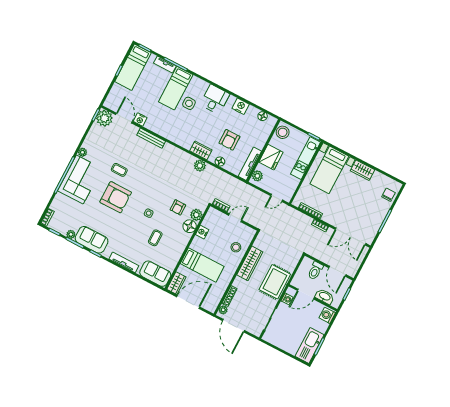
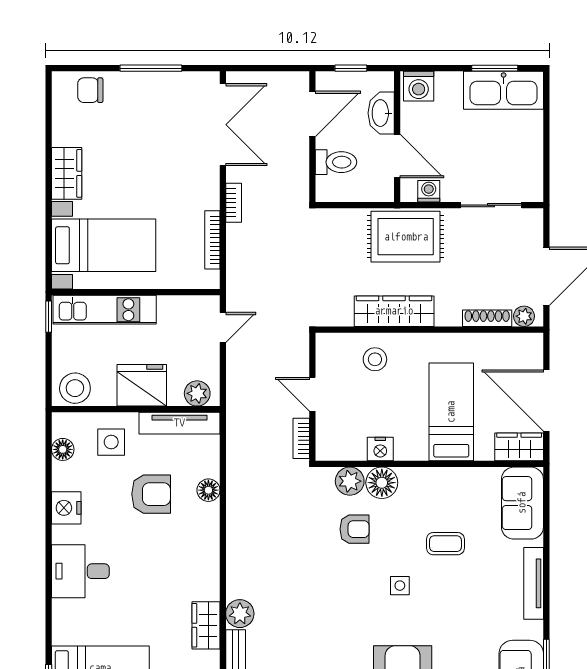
side table: (189, 103) -> (111, 442), moved
wardrobe: (201, 150) -> (206, 625), moved
plant: (200, 166) -> (240, 614), moved
door: (277, 198) -> (223, 327), hinge flipped

